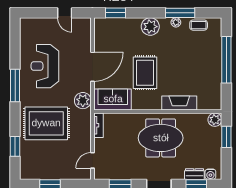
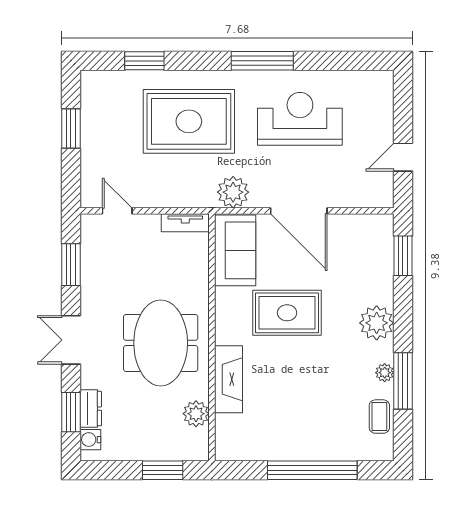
plant: (215, 120) -> (196, 414), moved
rug: (46, 123) -> (189, 121), turned 90

